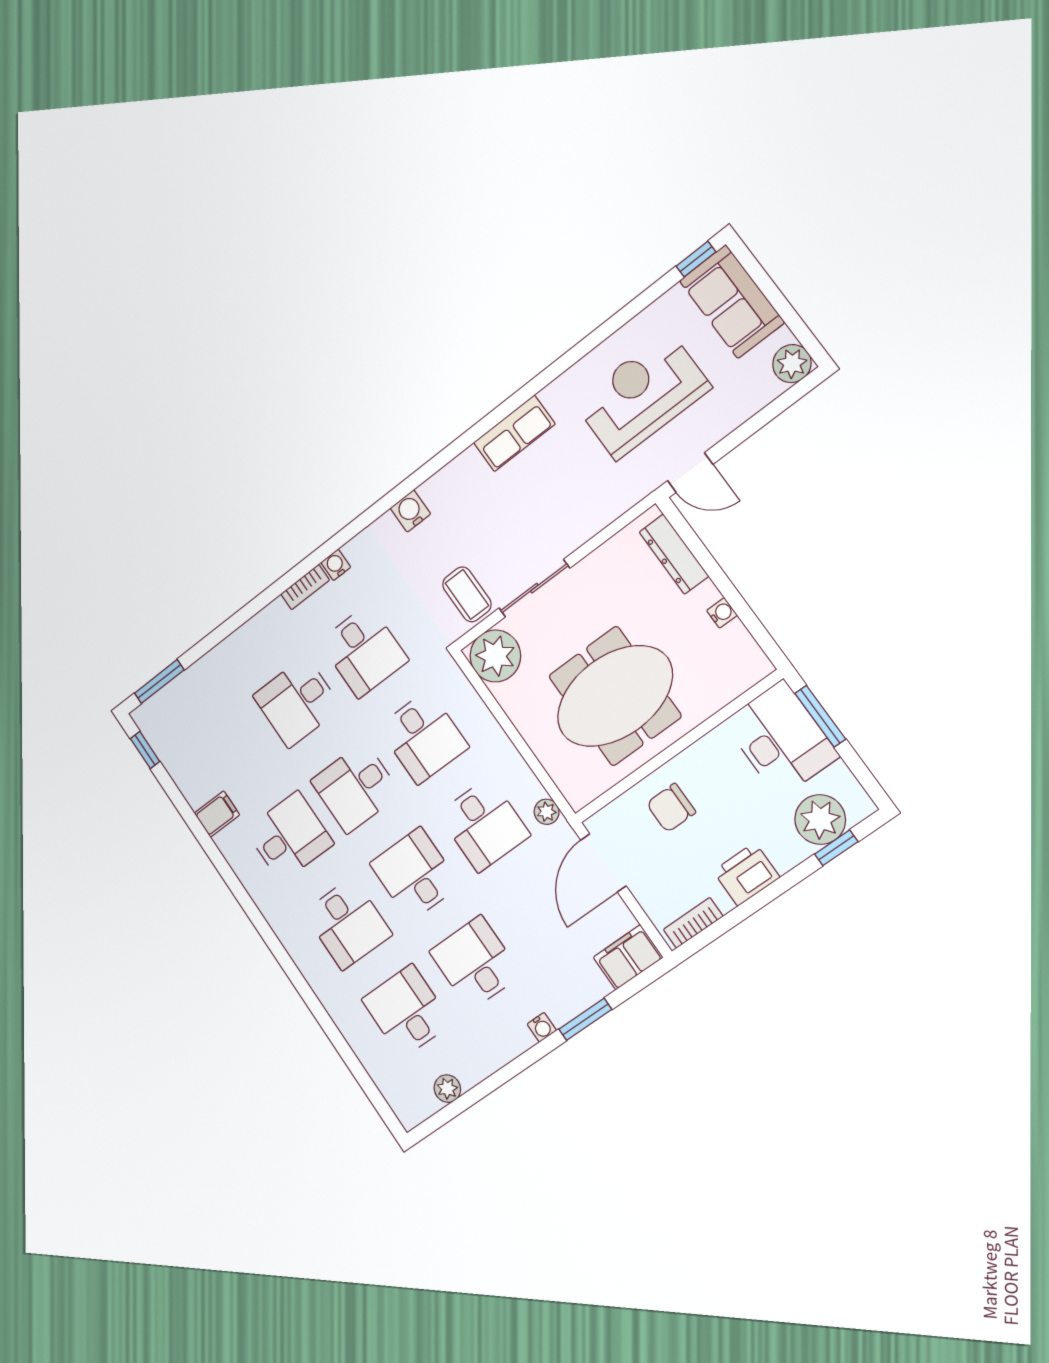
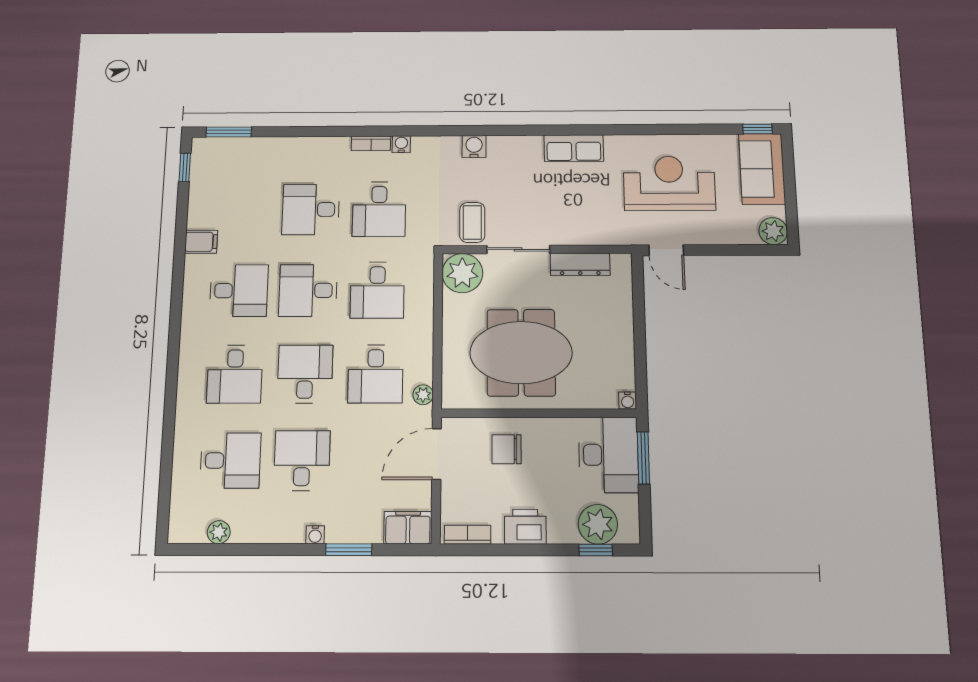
dresser: (674, 554) -> (580, 264), moved, turned -90
water cooler: (722, 613) -> (628, 400), moved, turned 90
desk: (407, 1011) -> (230, 460), turned 90

